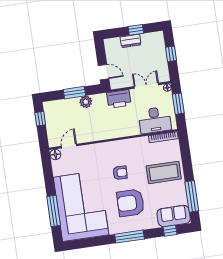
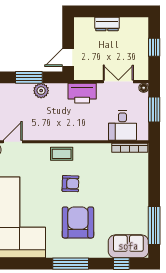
window: (136, 30) -> (115, 11), removed
door: (103, 72) -> (68, 57), swing flipped
desk: (155, 120) -> (122, 125), width x0.73
coffee table: (164, 172) -> (62, 154), moved, width x0.54, depth x0.58
armchair: (131, 203) -> (78, 222), turned 90

